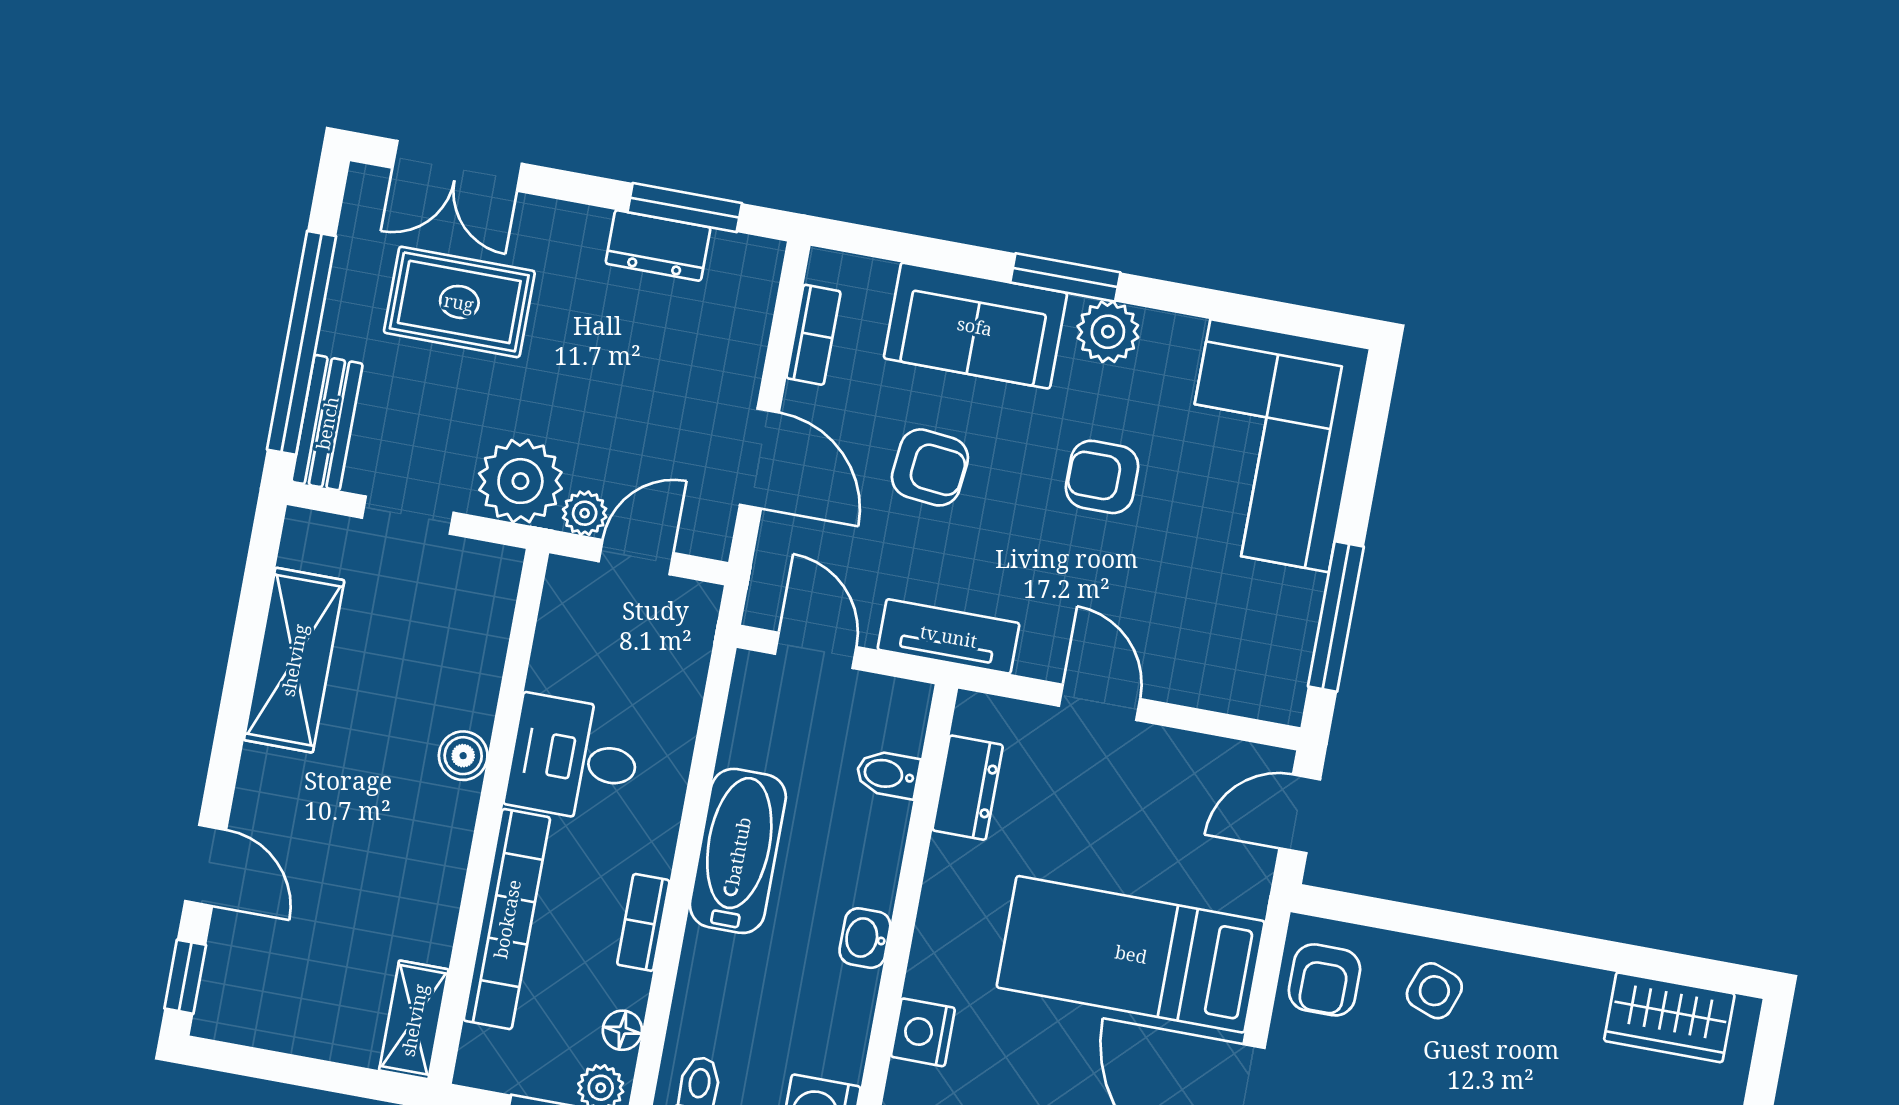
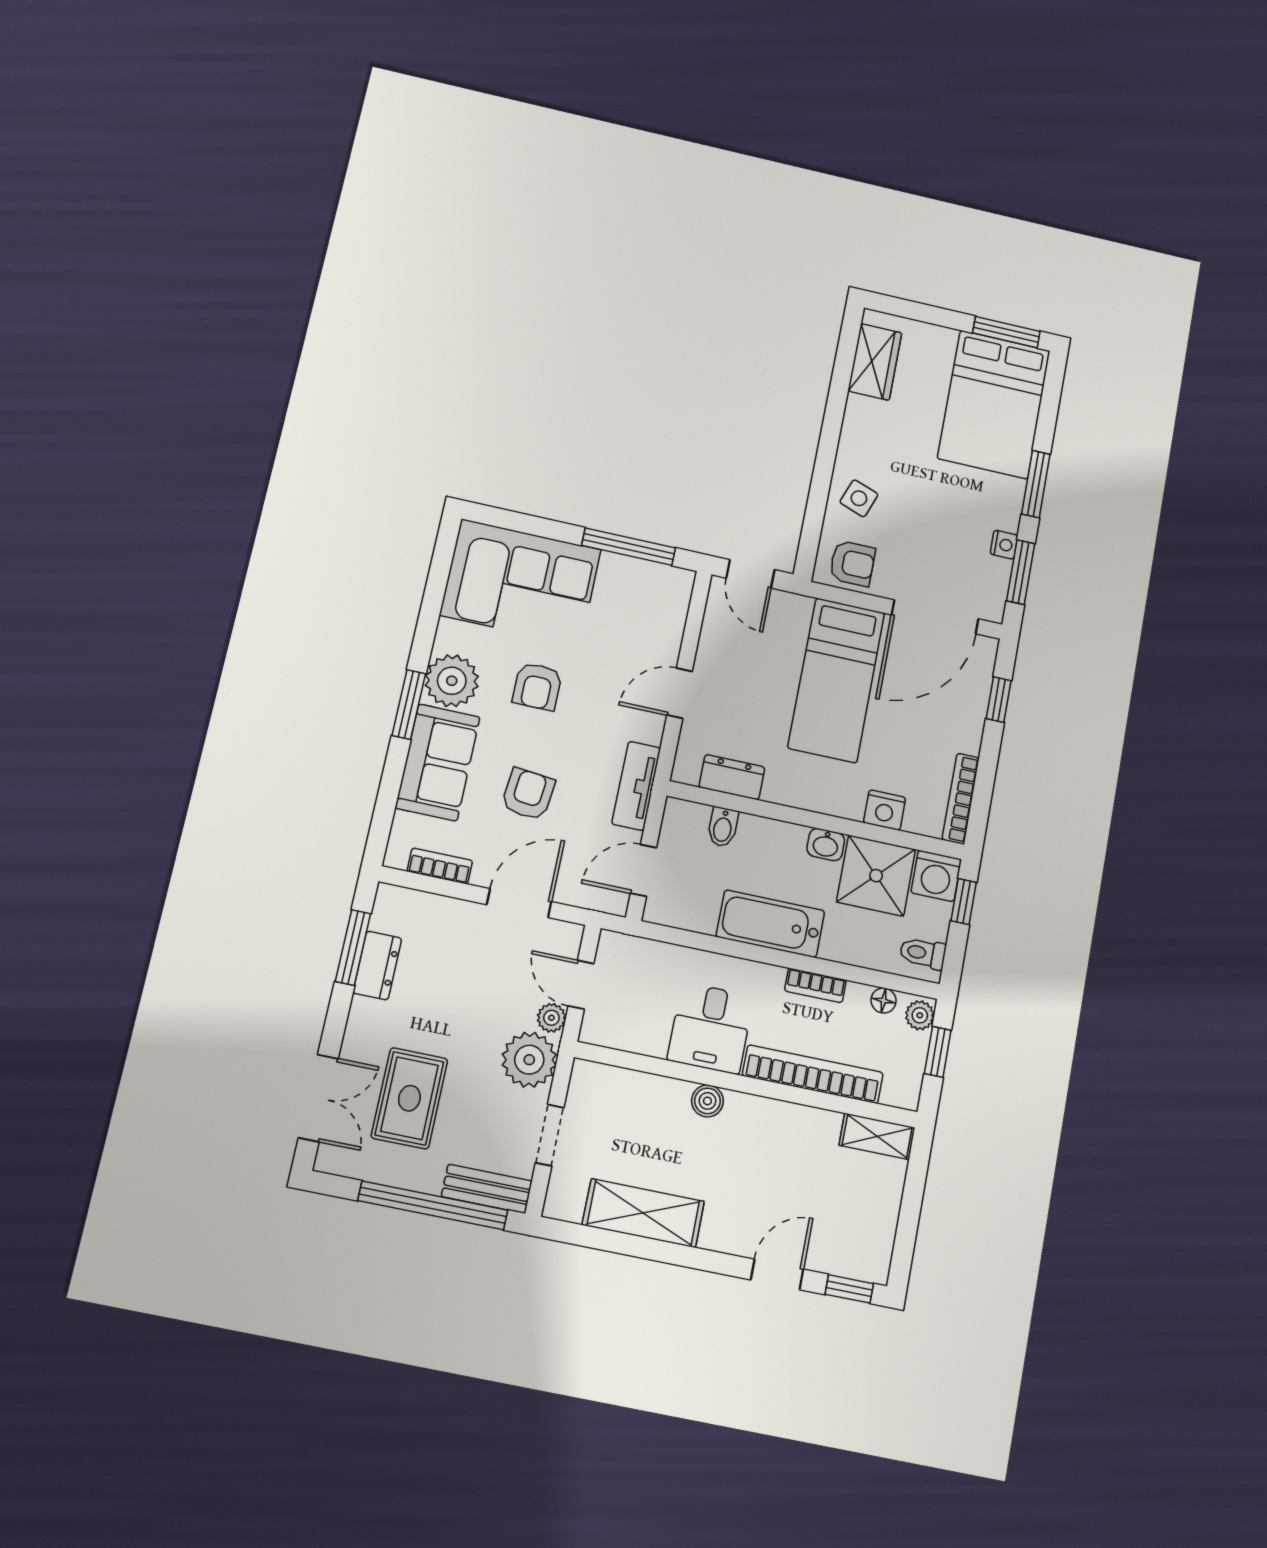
plant: (1108, 332) -> (452, 681), width x1.36, depth x1.36
shower: (818, 1019) -> (876, 876), added

